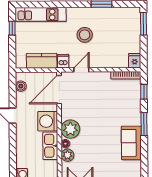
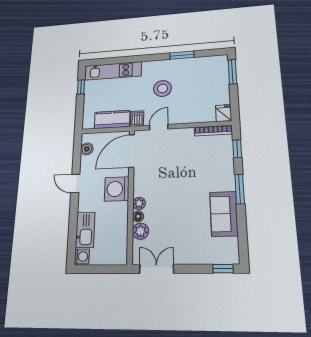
plant: (70, 129) -> (139, 203), width x0.53, depth x0.53
kitchen sink: (50, 146) -> (85, 230), moved, turned 180

